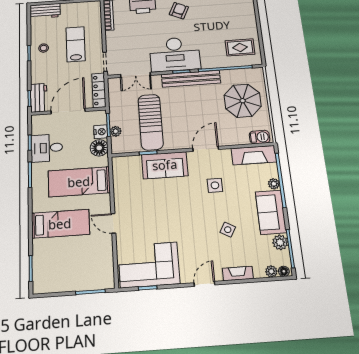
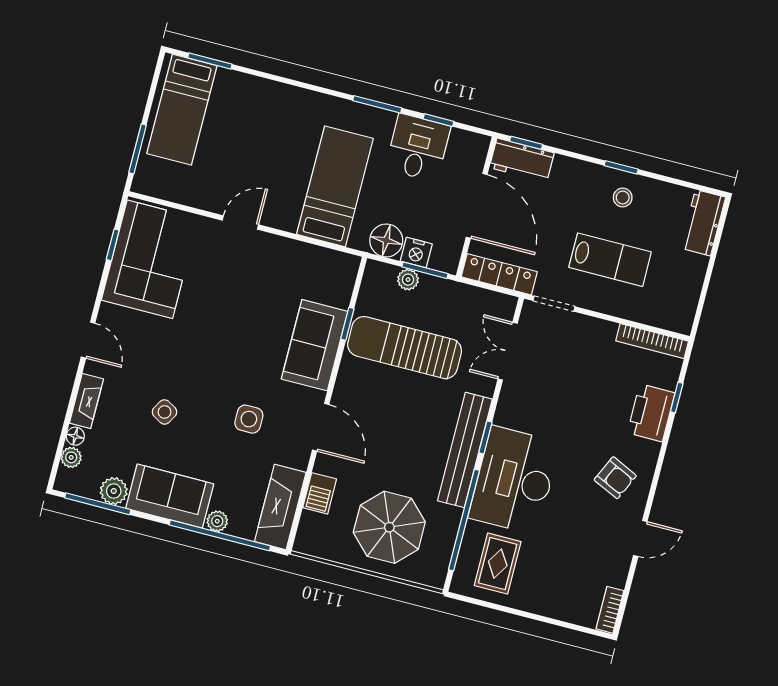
desk: (175, 54) -> (514, 480), moved
barbecue: (260, 137) -> (320, 493), moved
bed: (60, 224) -> (182, 110), moved
floor lamp: (284, 271) -> (75, 436), moved

